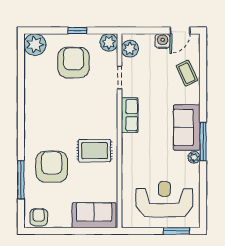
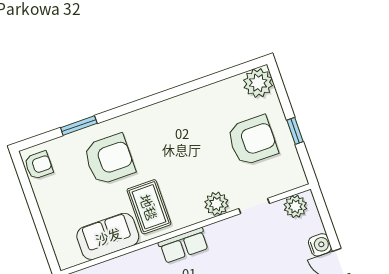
plant: (109, 42) -> (217, 204), moved
row of seats: (130, 115) -> (184, 245), moved
window: (21, 180) -> (79, 126), width x0.69
sofa: (94, 215) -> (108, 236), moved, turned -90

